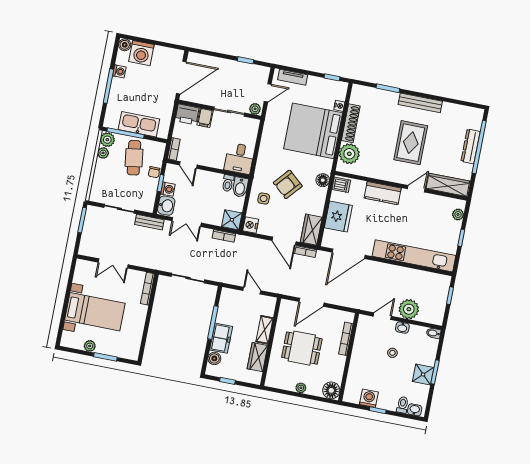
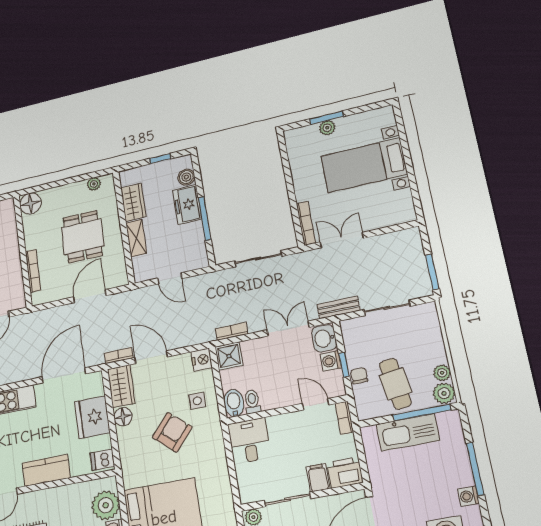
floor lamp: (323, 180) -> (123, 417), moved
double door: (113, 263) -> (342, 240), moved
plant: (90, 346) -> (327, 128), moved
dining table: (302, 348) -> (83, 237), turned 90
plant: (301, 388) -> (94, 184), moved

